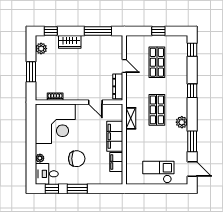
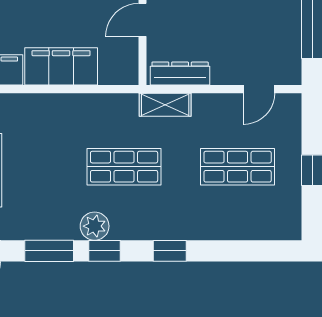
window: (192, 50) -> (105, 251), moved
door: (124, 66) -> (259, 89), moved
shelving: (131, 118) -> (165, 105), moved

